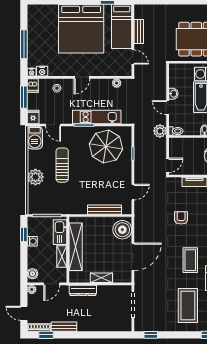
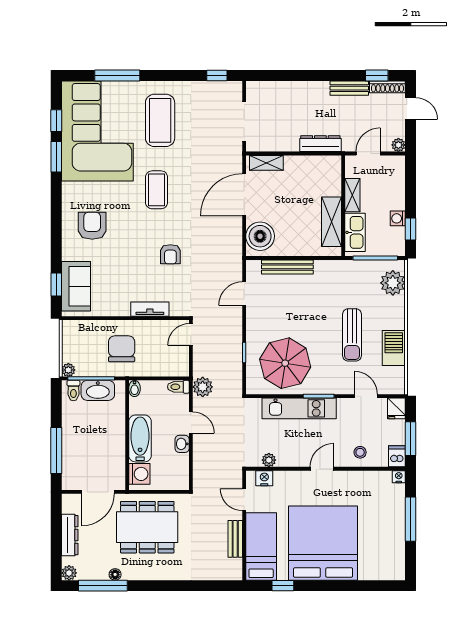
nightstand: (42, 71) -> (264, 478), moved
barbecue: (35, 138) -> (394, 348), moved
plant: (35, 177) -> (393, 283), moved
shelving: (76, 247) -> (332, 222), width x0.68
boiler: (32, 274) -> (397, 169), removed
shelving: (101, 278) -> (266, 163), moved

